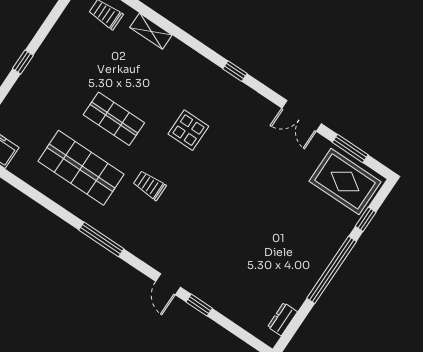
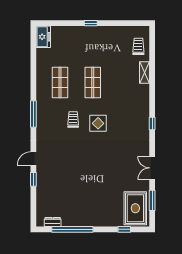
display table: (188, 130) -> (98, 123), moved
shop shelf: (81, 168) -> (60, 82), width x0.70, depth x0.74
window: (332, 270) -> (72, 229), moved

